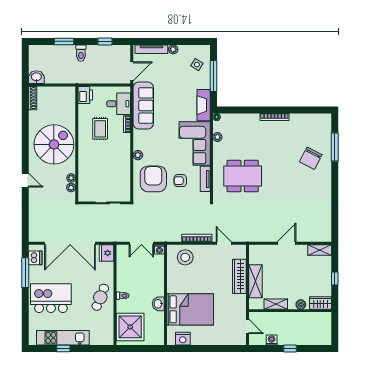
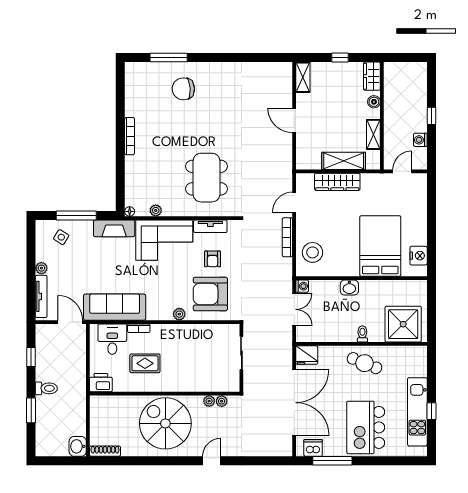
chair: (311, 158) -> (183, 89), turned 149
washbasin: (158, 304) -> (349, 288), moved

